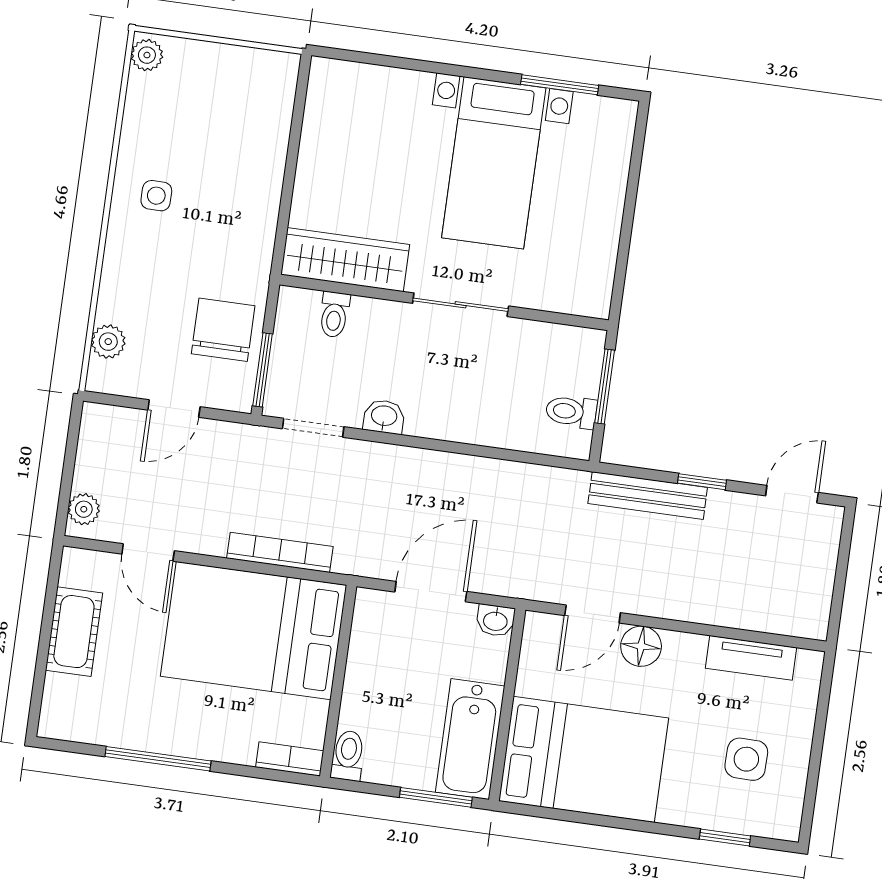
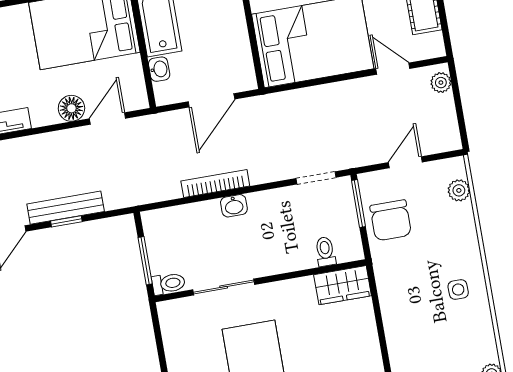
wardrobe: (345, 260) -> (343, 285), width x0.67
sliding door: (461, 305) -> (224, 287), moved
toilet: (571, 412) -> (168, 284), moved
washbasin: (384, 417) -> (234, 206), moved
bench: (648, 496) -> (66, 208), moved
bookcase: (280, 552) -> (215, 184), moved, turned 180
washbasin: (495, 620) -> (159, 69), moved, turned 90

